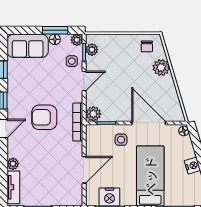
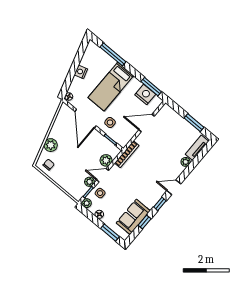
window: (55, 30) -> (110, 233), moved
sofa: (28, 46) -> (133, 217), moved, turned -90
plant: (92, 50) -> (89, 182), moved
plant: (93, 114) -> (106, 160), moved
armchair: (44, 117) -> (144, 174), removed

